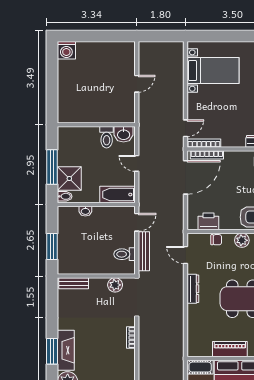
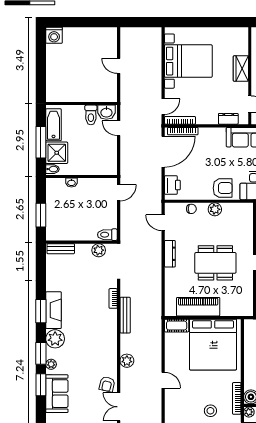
bed with nightstands: (213, 71) -> (188, 61), width x1.36
door: (137, 84) -> (119, 66), swing flipped
door: (137, 163) -> (119, 128), moved
bathtub: (118, 195) -> (53, 125), moved, turned 90
printer: (208, 221) -> (172, 185), moved, turned 90
bench: (144, 251) -> (125, 315), moved
toilet: (125, 254) -> (107, 235), moved
piano: (230, 349) -> (198, 307), width x1.37, depth x1.33

